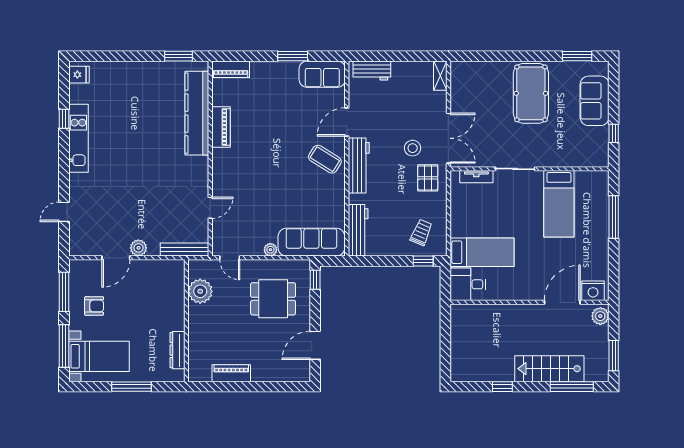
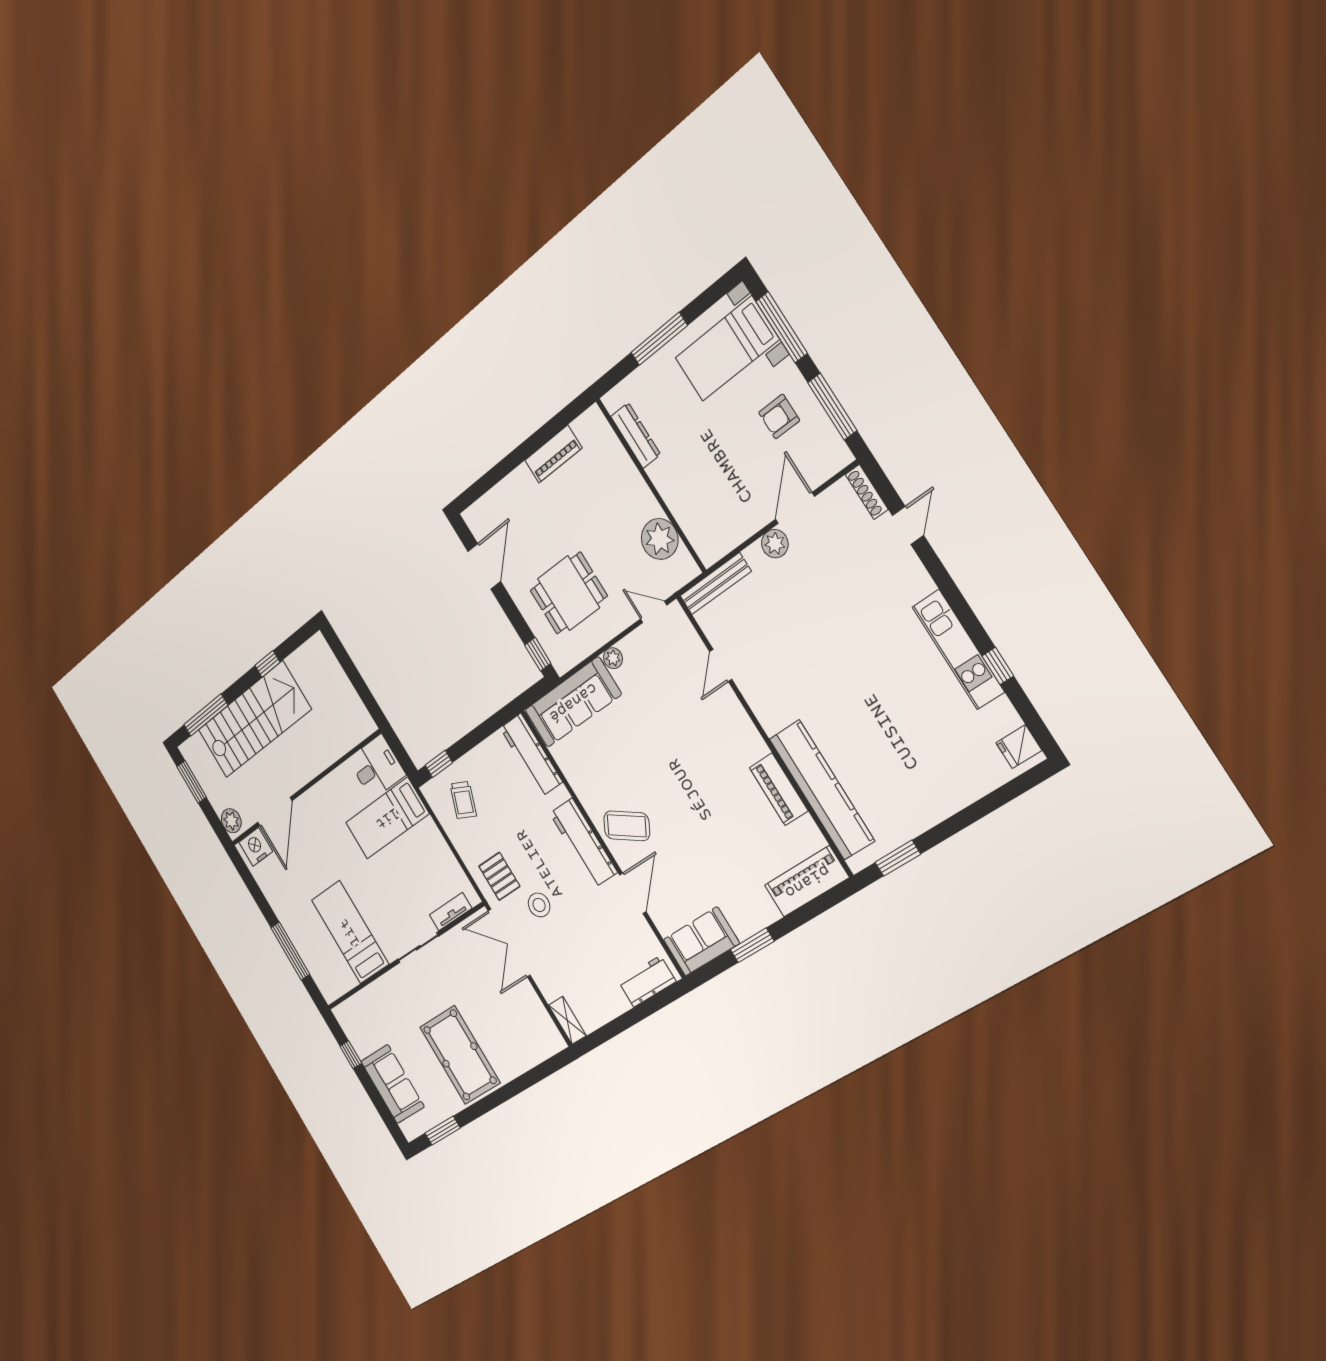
piano: (231, 69) -> (807, 881), width x1.37, depth x1.33
shoe rack: (74, 241) -> (867, 492), added
stairs: (549, 369) -> (254, 720), width x1.36, depth x1.51

